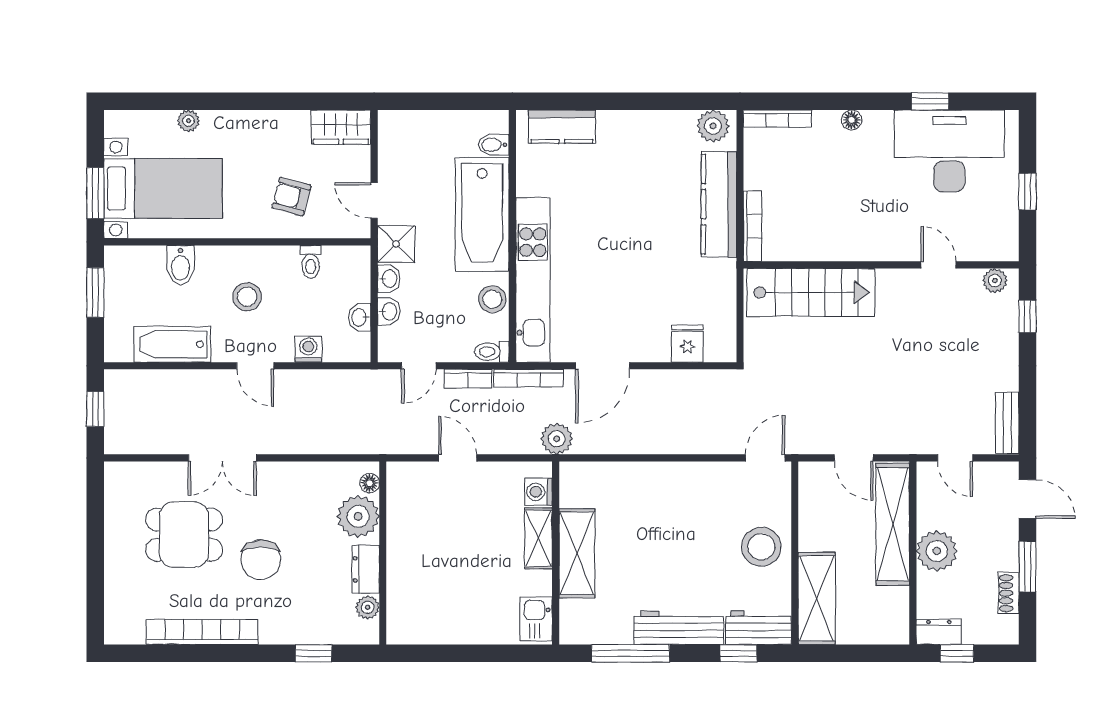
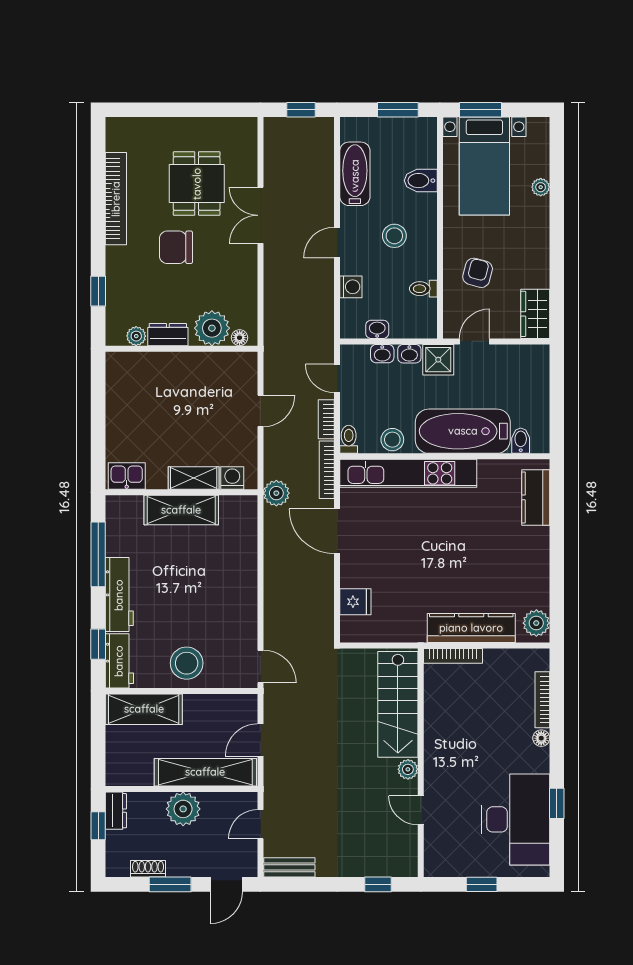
bookcase: (777, 119) -> (542, 700), moved
door: (938, 265) -> (421, 810), swing flipped
plant: (995, 281) -> (408, 769), moved

